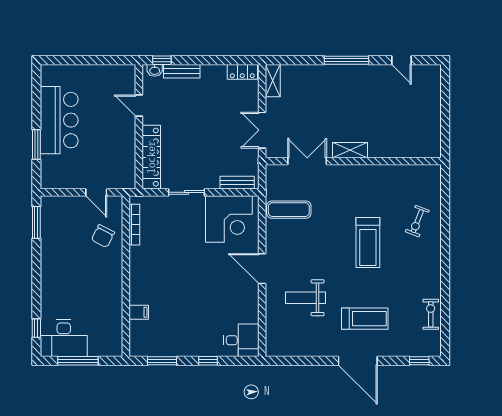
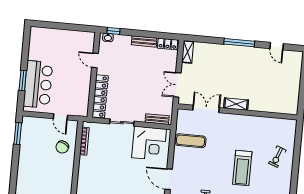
bench: (182, 71) -> (144, 41), moved
bar counter: (59, 120) -> (38, 84), moved

